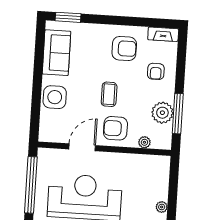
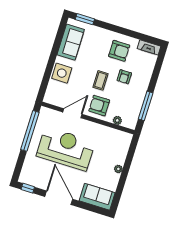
armchair: (156, 71) -> (124, 77), moved
plant: (162, 113) -> (135, 103), removed

